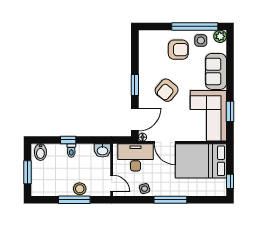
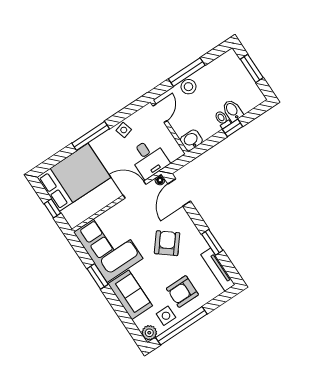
tv unit: (144, 49) -> (218, 270), added
window: (135, 85) -> (212, 242), moved
window: (230, 111) -> (98, 276), moved
bidet: (40, 152) -> (232, 110), moved
desk: (136, 157) -> (149, 158), width x0.73
bed: (201, 161) -> (74, 177), moved
window: (230, 181) -> (52, 208), moved
door: (112, 183) -> (160, 113), swing flipped

